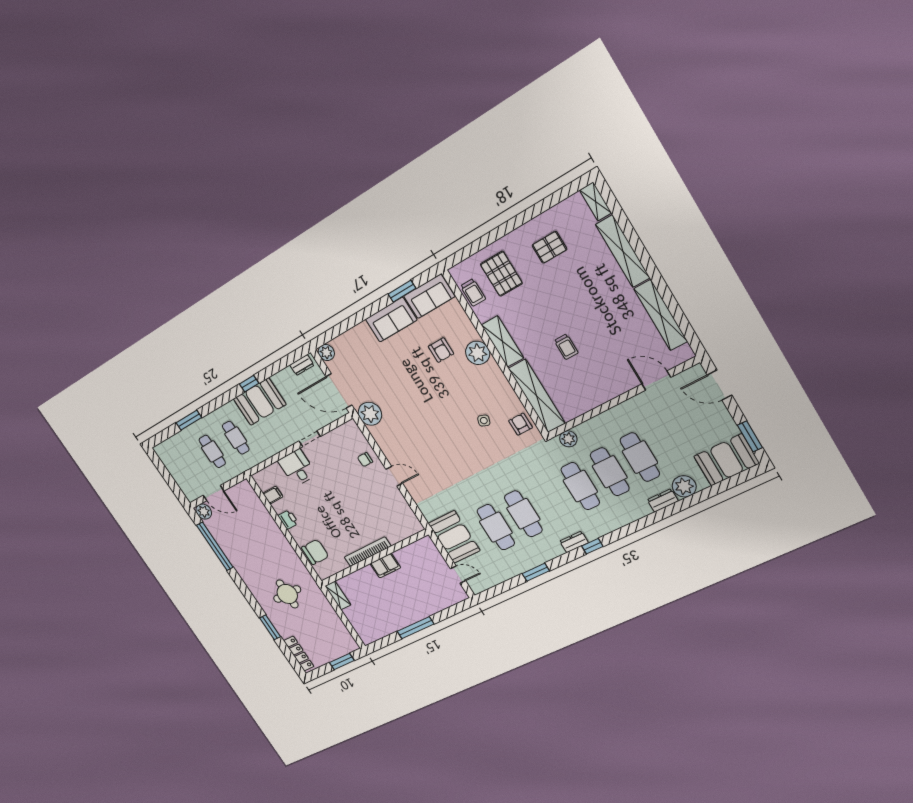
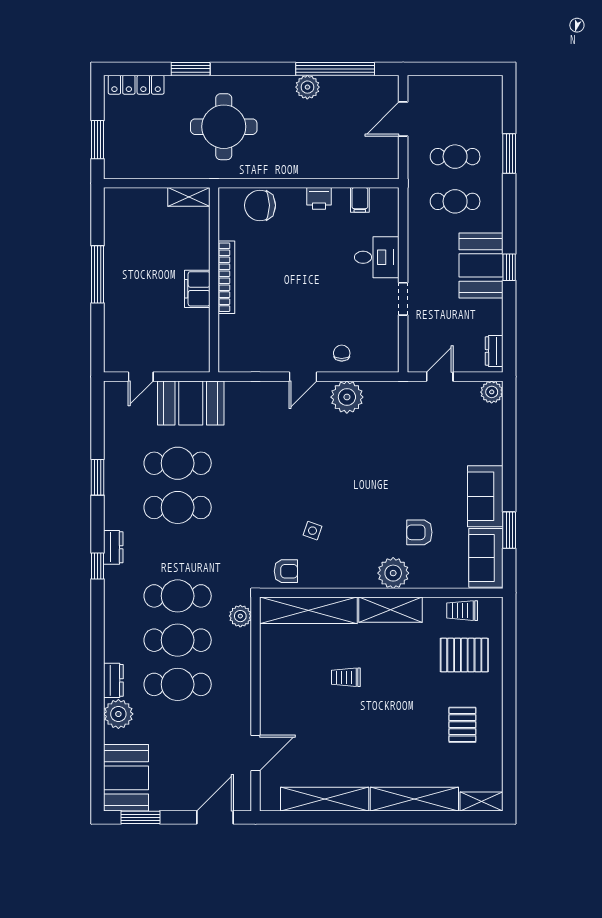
door: (339, 391) -> (440, 377), width x0.53
plant: (370, 414) -> (347, 397), moved
plant: (204, 512) -> (307, 87), moved
chair: (315, 552) -> (260, 205), turned 90
round table: (287, 594) -> (224, 127), width x1.36, depth x1.36

